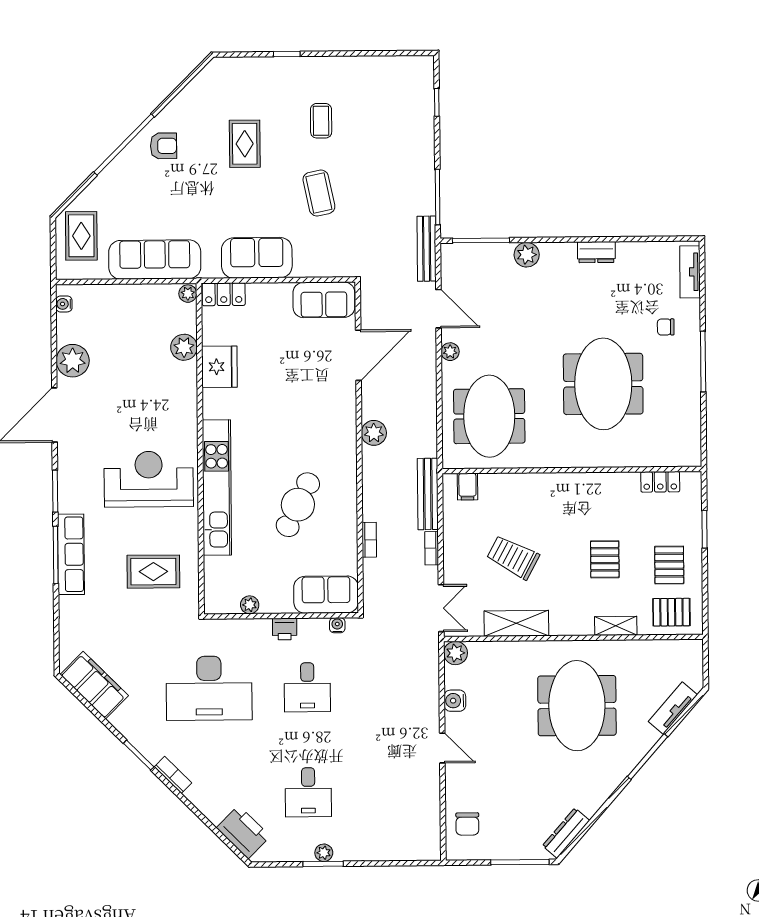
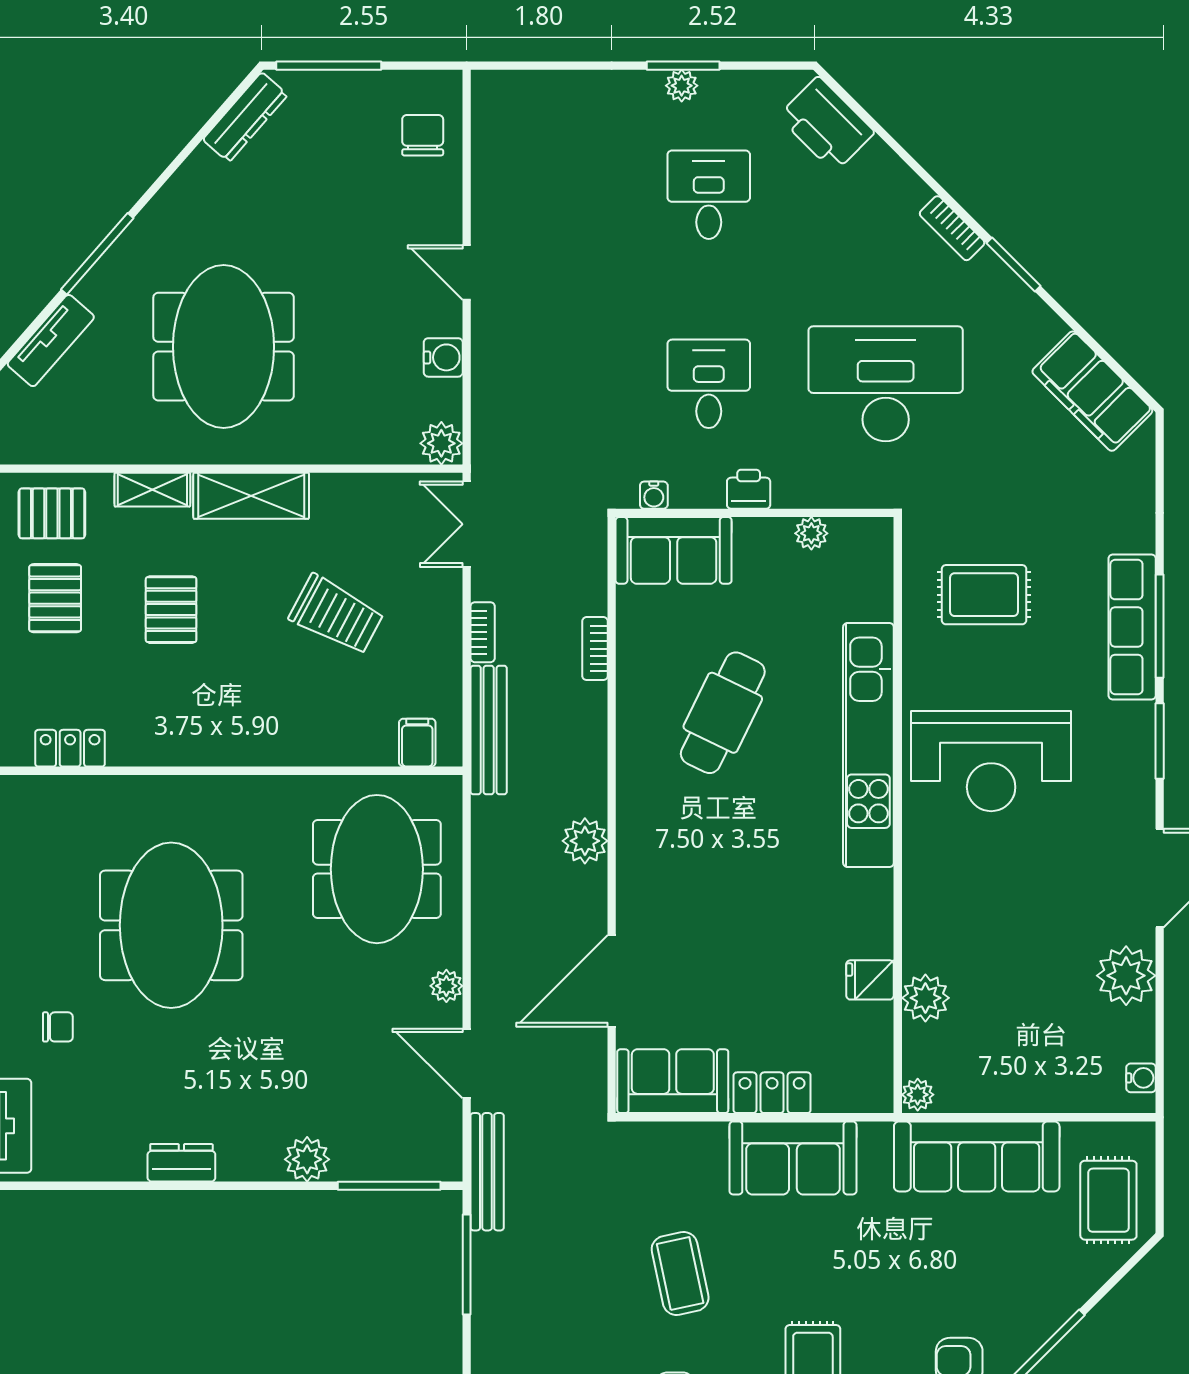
locker: (224, 294) -> (772, 1093), moved
fridge: (219, 367) -> (870, 980), width x0.53, depth x0.75
shelving: (516, 623) -> (251, 496), moved

